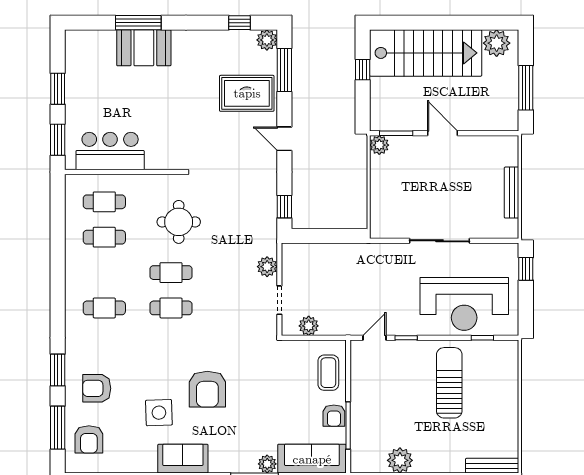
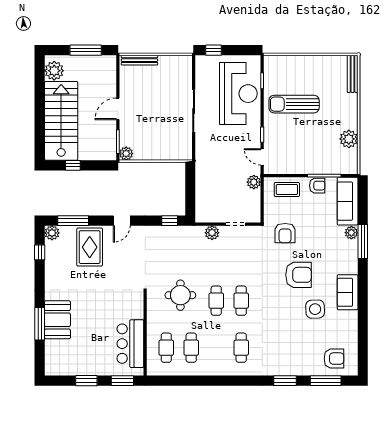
bench: (512, 193) -> (139, 60), moved
plant: (309, 326) -> (254, 182), moved
armchair: (97, 388) -> (285, 233), moved

